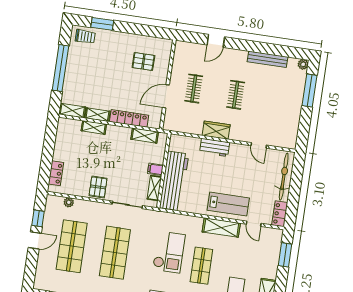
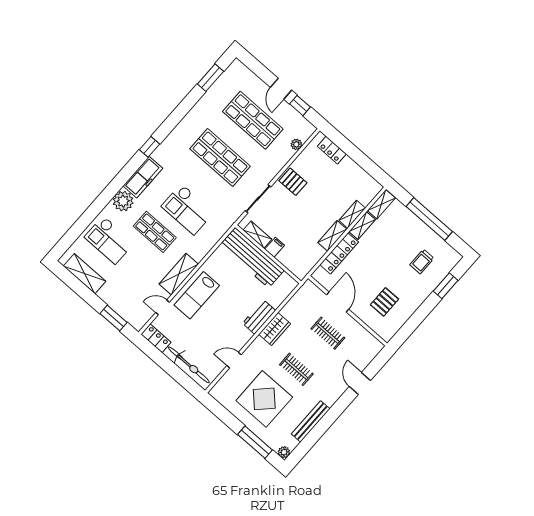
trolley: (85, 37) -> (422, 262), moved
display table: (273, 104) -> (264, 399), added
shelving: (145, 136) -> (332, 236), moved

